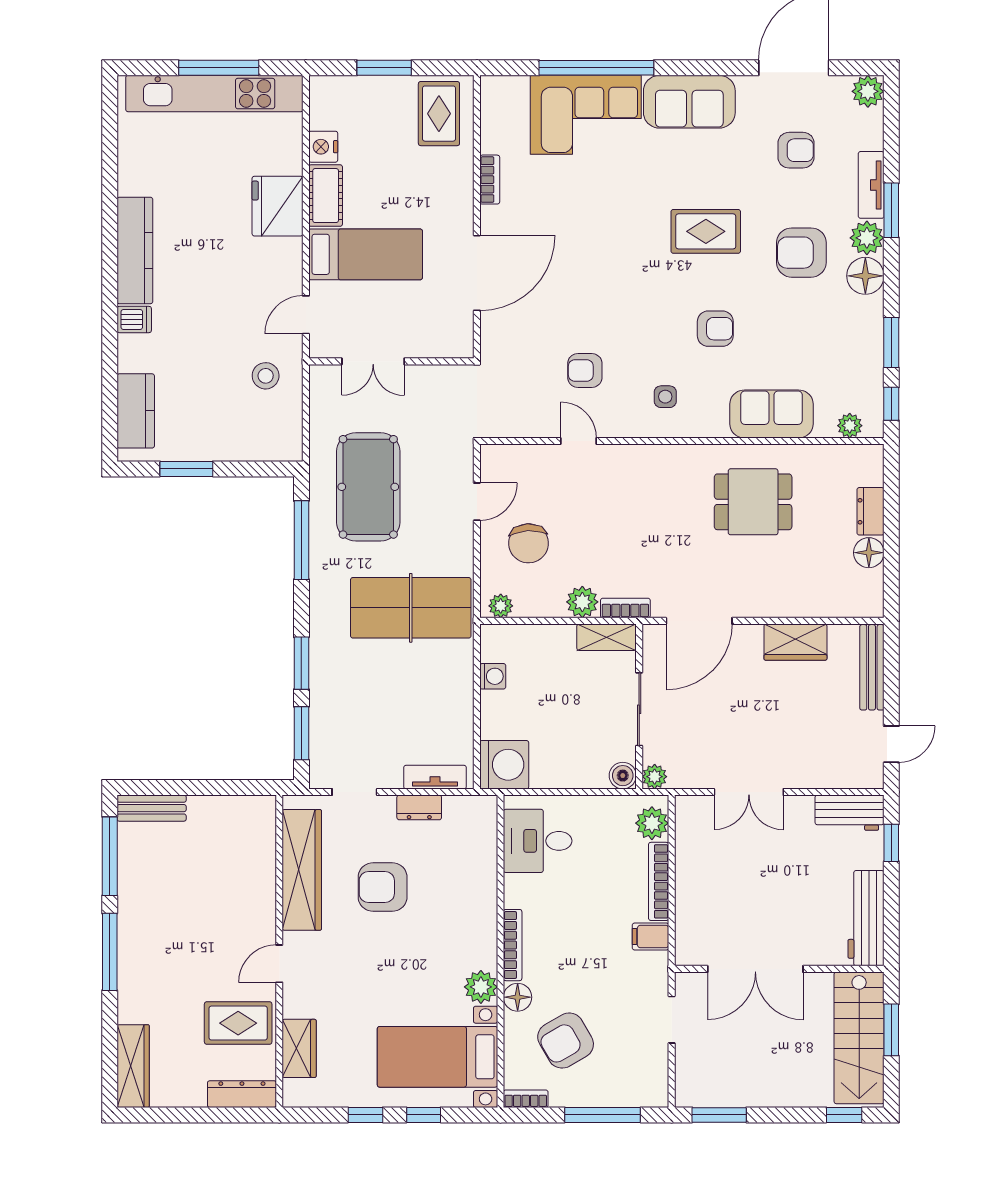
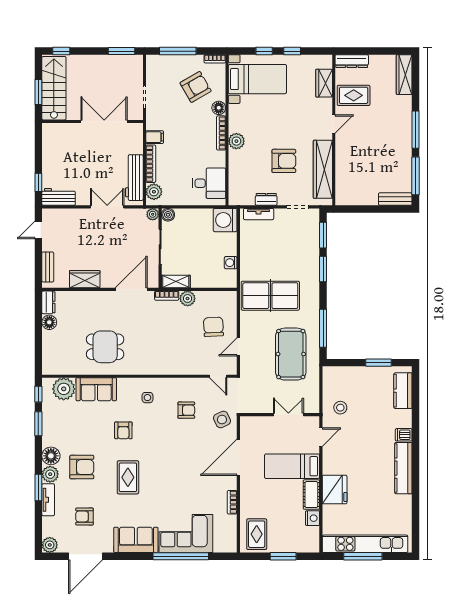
rug: (706, 231) -> (128, 477), turned 90
armchair: (715, 329) -> (123, 430), turned -90
side table: (511, 351) -> (222, 419), added
plant: (850, 426) -> (64, 389), width x1.87, depth x1.87
door: (578, 441) -> (218, 376), moved
dresser: (871, 511) -> (48, 302), moved
plant: (501, 606) -> (227, 297), removed
bench: (872, 667) -> (48, 267), width x0.73
workbench: (866, 918) -> (134, 178), moved, turned 180
plant: (481, 987) -> (236, 141), moved

